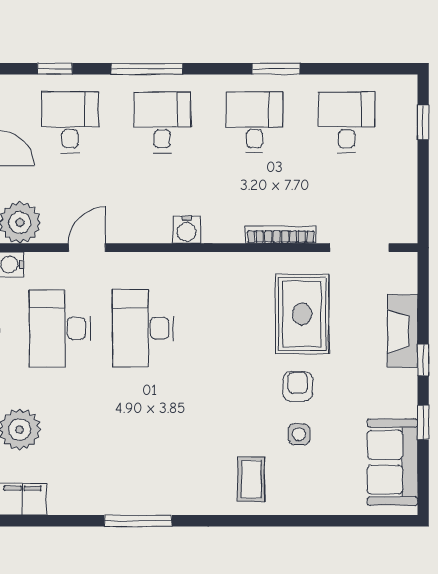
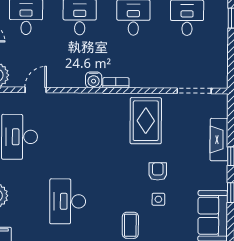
bookcase: (281, 234) -> (116, 83), moved, width x0.64
rug: (302, 314) -> (146, 121), moved
desk: (143, 328) -> (68, 201), moved

